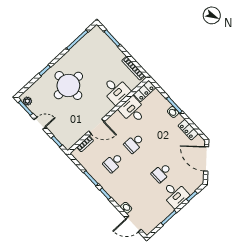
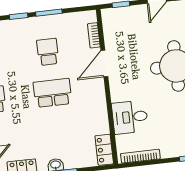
desk: (133, 110) -> (92, 119), removed
school desk: (134, 143) -> (52, 93), width x1.85

